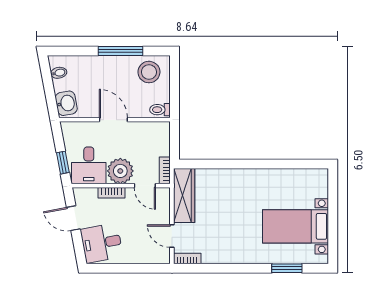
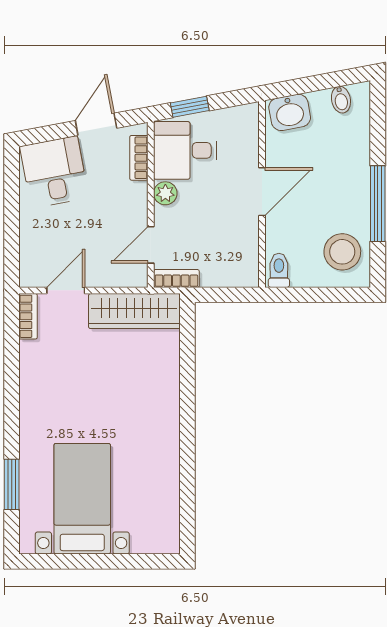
plant: (120, 171) -> (165, 193), width x0.53, depth x0.53
bookcase: (111, 193) -> (139, 158), moved

